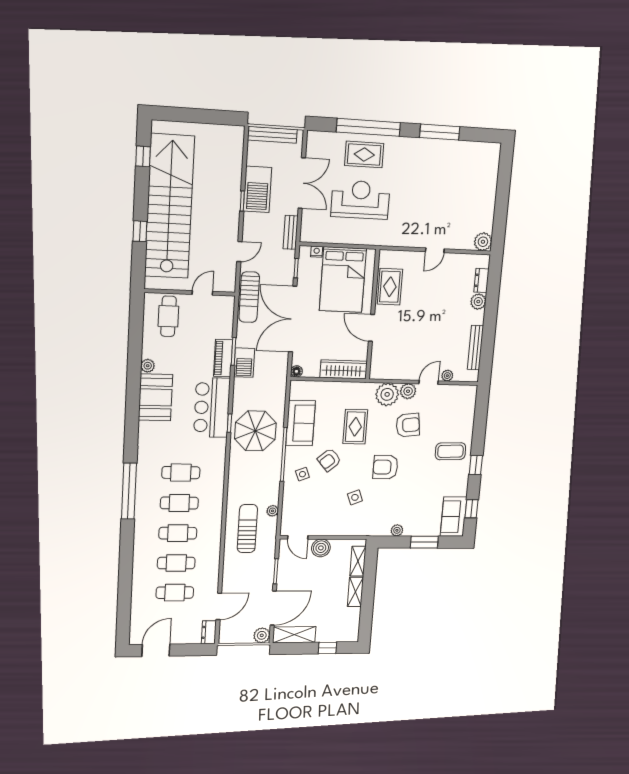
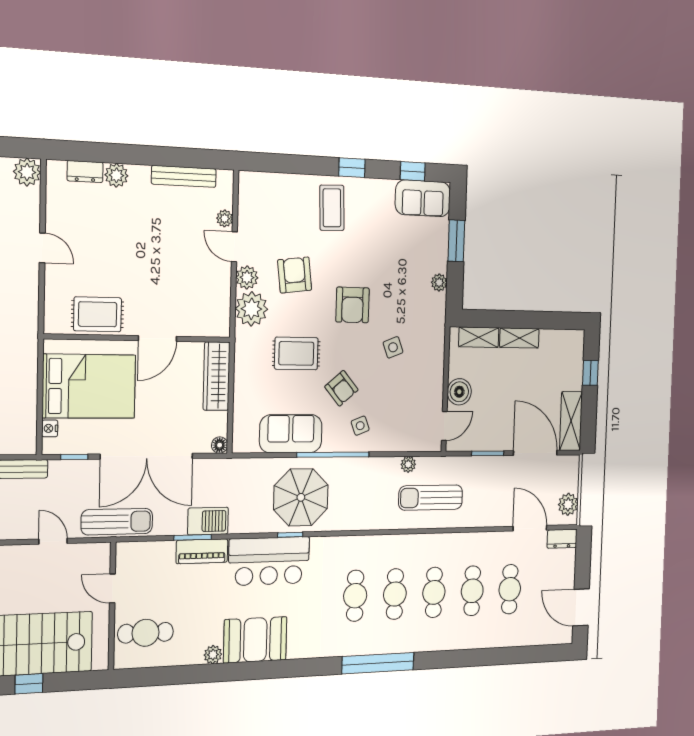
plant: (262, 635) -> (568, 504), moved

